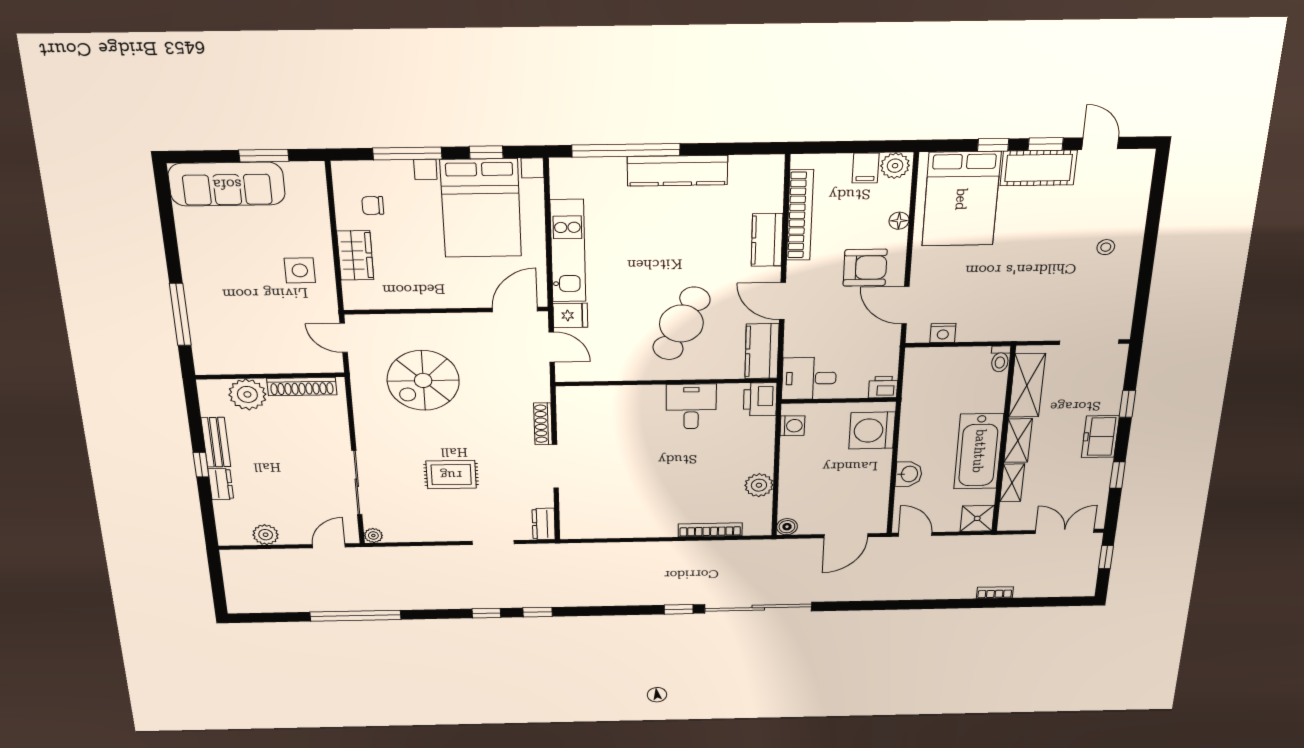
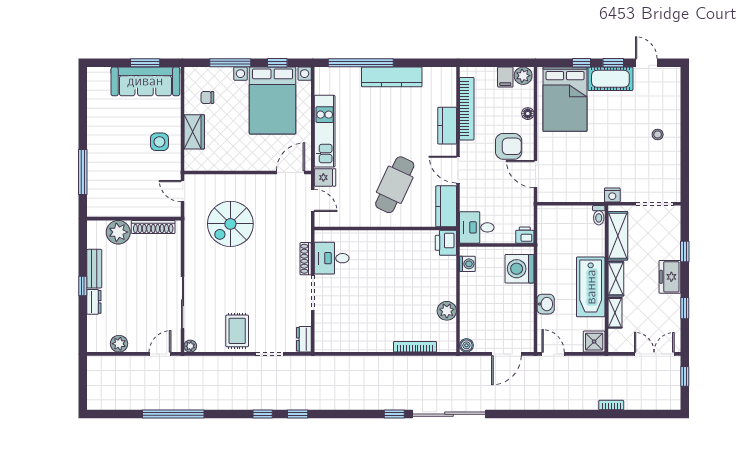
sofa: (227, 184) -> (145, 81), moved
nightstand: (943, 333) -> (612, 195), moved
desk: (691, 406) -> (332, 258), moved, turned -90
rug: (451, 475) -> (237, 331), moved, turned 90

